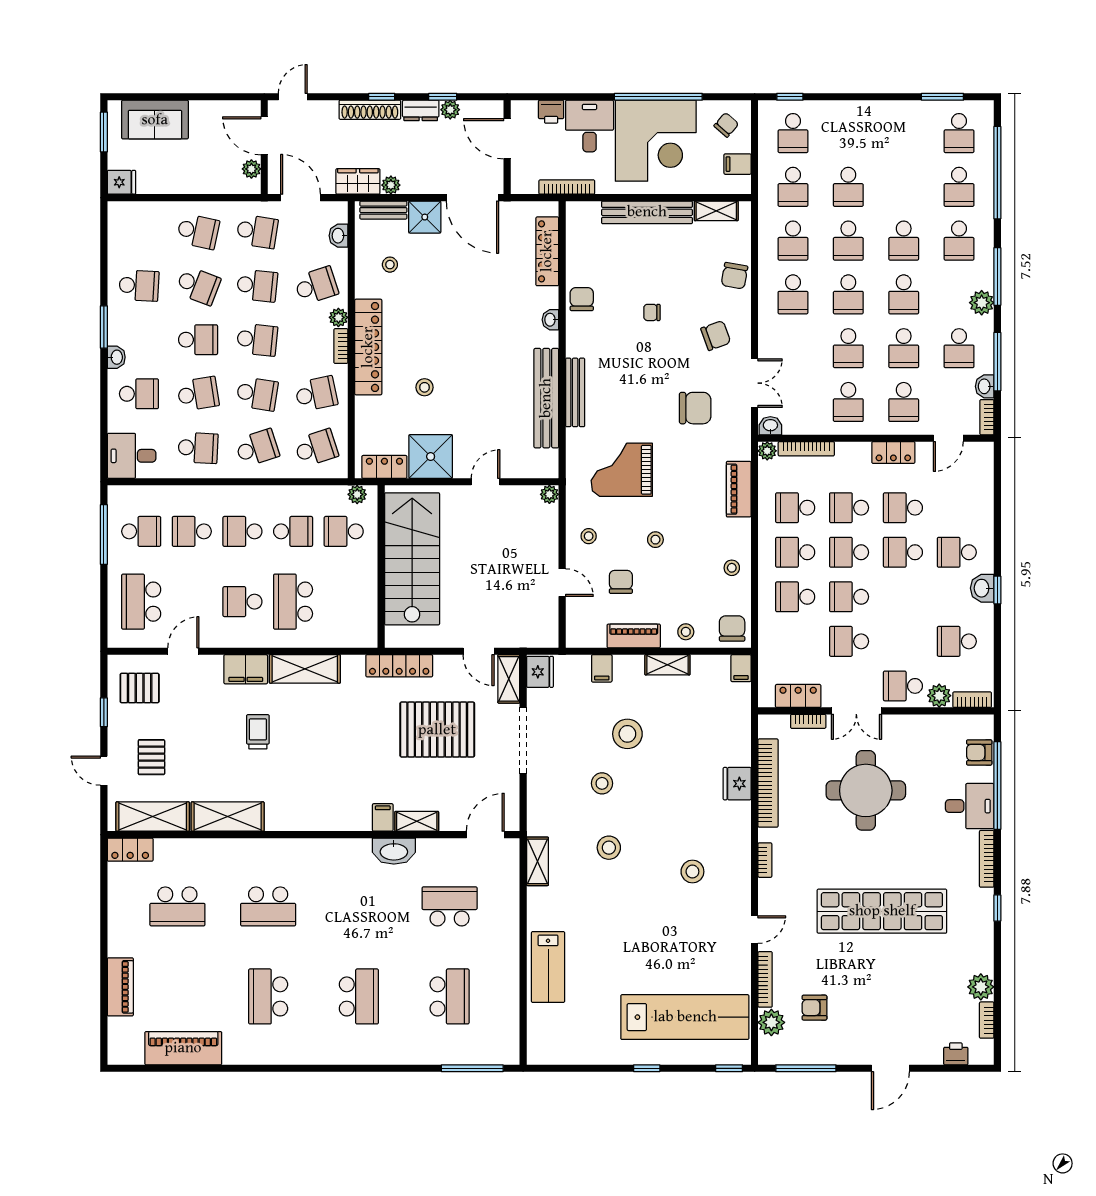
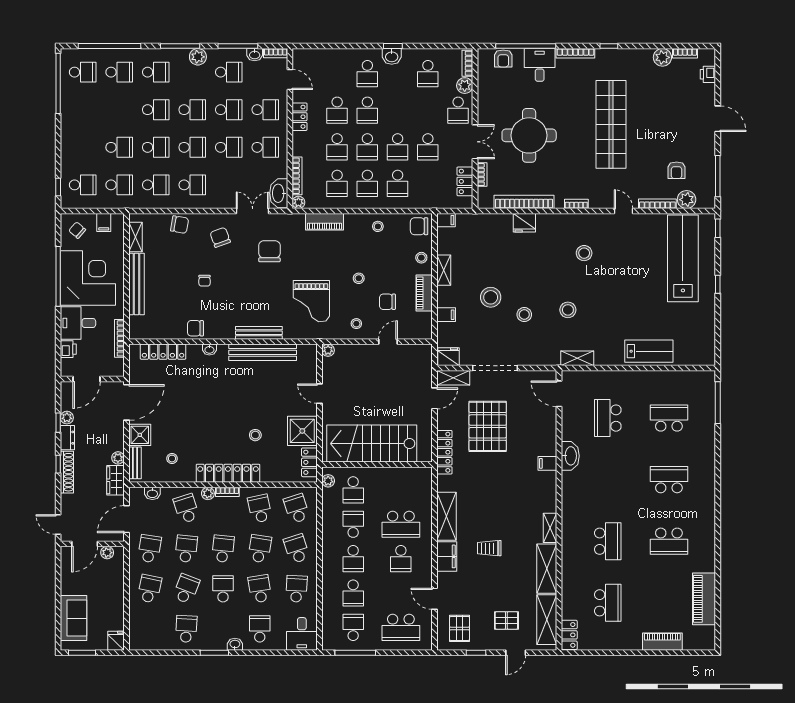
window: (942, 97) -> (58, 83), width x2.11
washbasin: (770, 426) -> (279, 193), width x1.91, depth x1.45
shelving: (417, 821) -> (550, 528), moved

